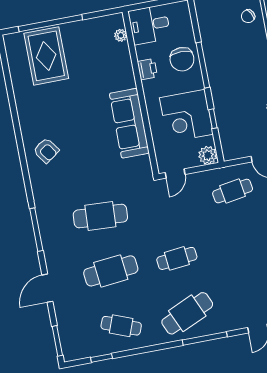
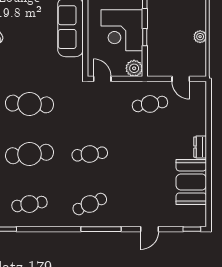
door: (175, 173) -> (102, 79), swing flipped
cafe table: (187, 313) -> (90, 204), width x0.73, depth x0.74
cafe table: (121, 326) -> (29, 204), turned -30

